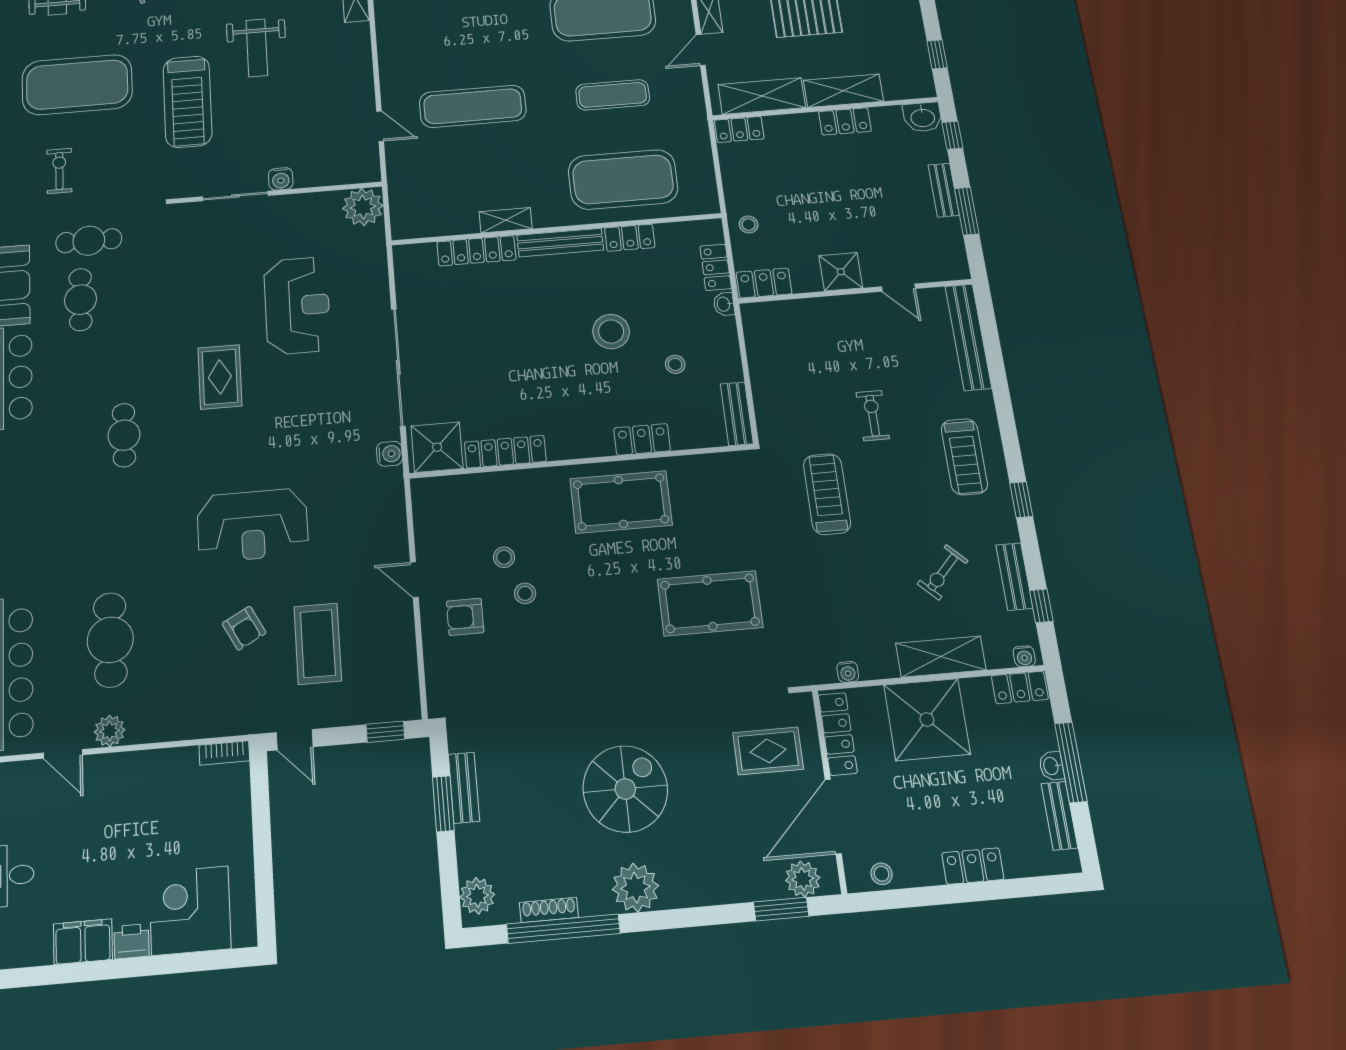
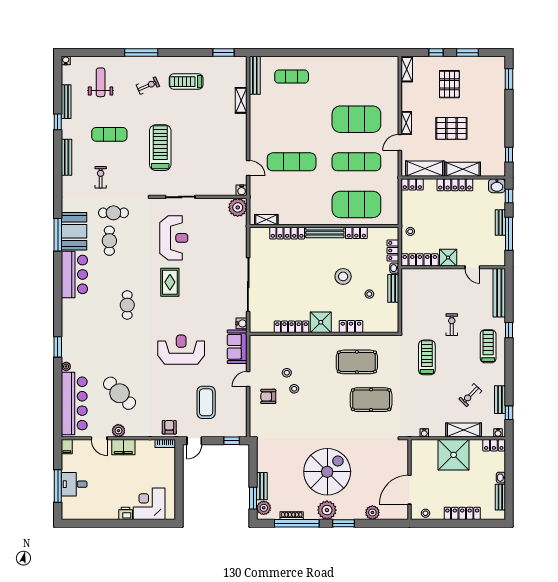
weight bench: (257, 48) -> (194, 123), removed
exercise mat: (77, 85) -> (109, 134), width x0.50, depth x0.69
exercise mat: (613, 95) -> (356, 162), width x1.36, depth x1.45
treadmill: (188, 102) -> (160, 148), turned 180
locker: (845, 121) -> (455, 185), width x1.53
water cooler: (281, 179) -> (242, 190), moved
window: (967, 211) -> (509, 234), width x1.44
shelving: (506, 220) -> (266, 220), moved
locker: (764, 283) -> (420, 260), width x1.53
reception desk: (297, 306) -> (174, 238), moved
bench: (737, 414) -> (393, 288), moved
shower: (437, 447) -> (321, 322), moved
treadmill: (964, 457) -> (488, 346), turned 180
window: (1021, 500) -> (509, 330), moved
pool table: (621, 502) -> (357, 362), moved
sofa: (383, 507) -> (237, 347), added
reception desk: (253, 525) -> (181, 350), turned 180
door: (414, 580) -> (248, 379), hinge flipped
armchair: (244, 628) -> (169, 427), moved, turned -152
cafe table: (110, 640) -> (120, 393), turned -44
locker: (838, 734) -> (416, 457), removed
door: (295, 740) -> (194, 441), hinge flipped
rug: (768, 751) -> (387, 462), removed
window: (1071, 762) -> (509, 477), removed
bench: (464, 788) -> (262, 486), moved
spiral stairs: (625, 789) -> (327, 472), width x1.37, depth x1.37
window: (443, 804) -> (253, 498), moved
locker: (973, 866) -> (462, 513), width x1.53
plant: (803, 879) -> (372, 513), moved
window: (781, 909) -> (343, 523), moved
filing cabinet: (83, 942) -> (123, 447), moved, turned 180

